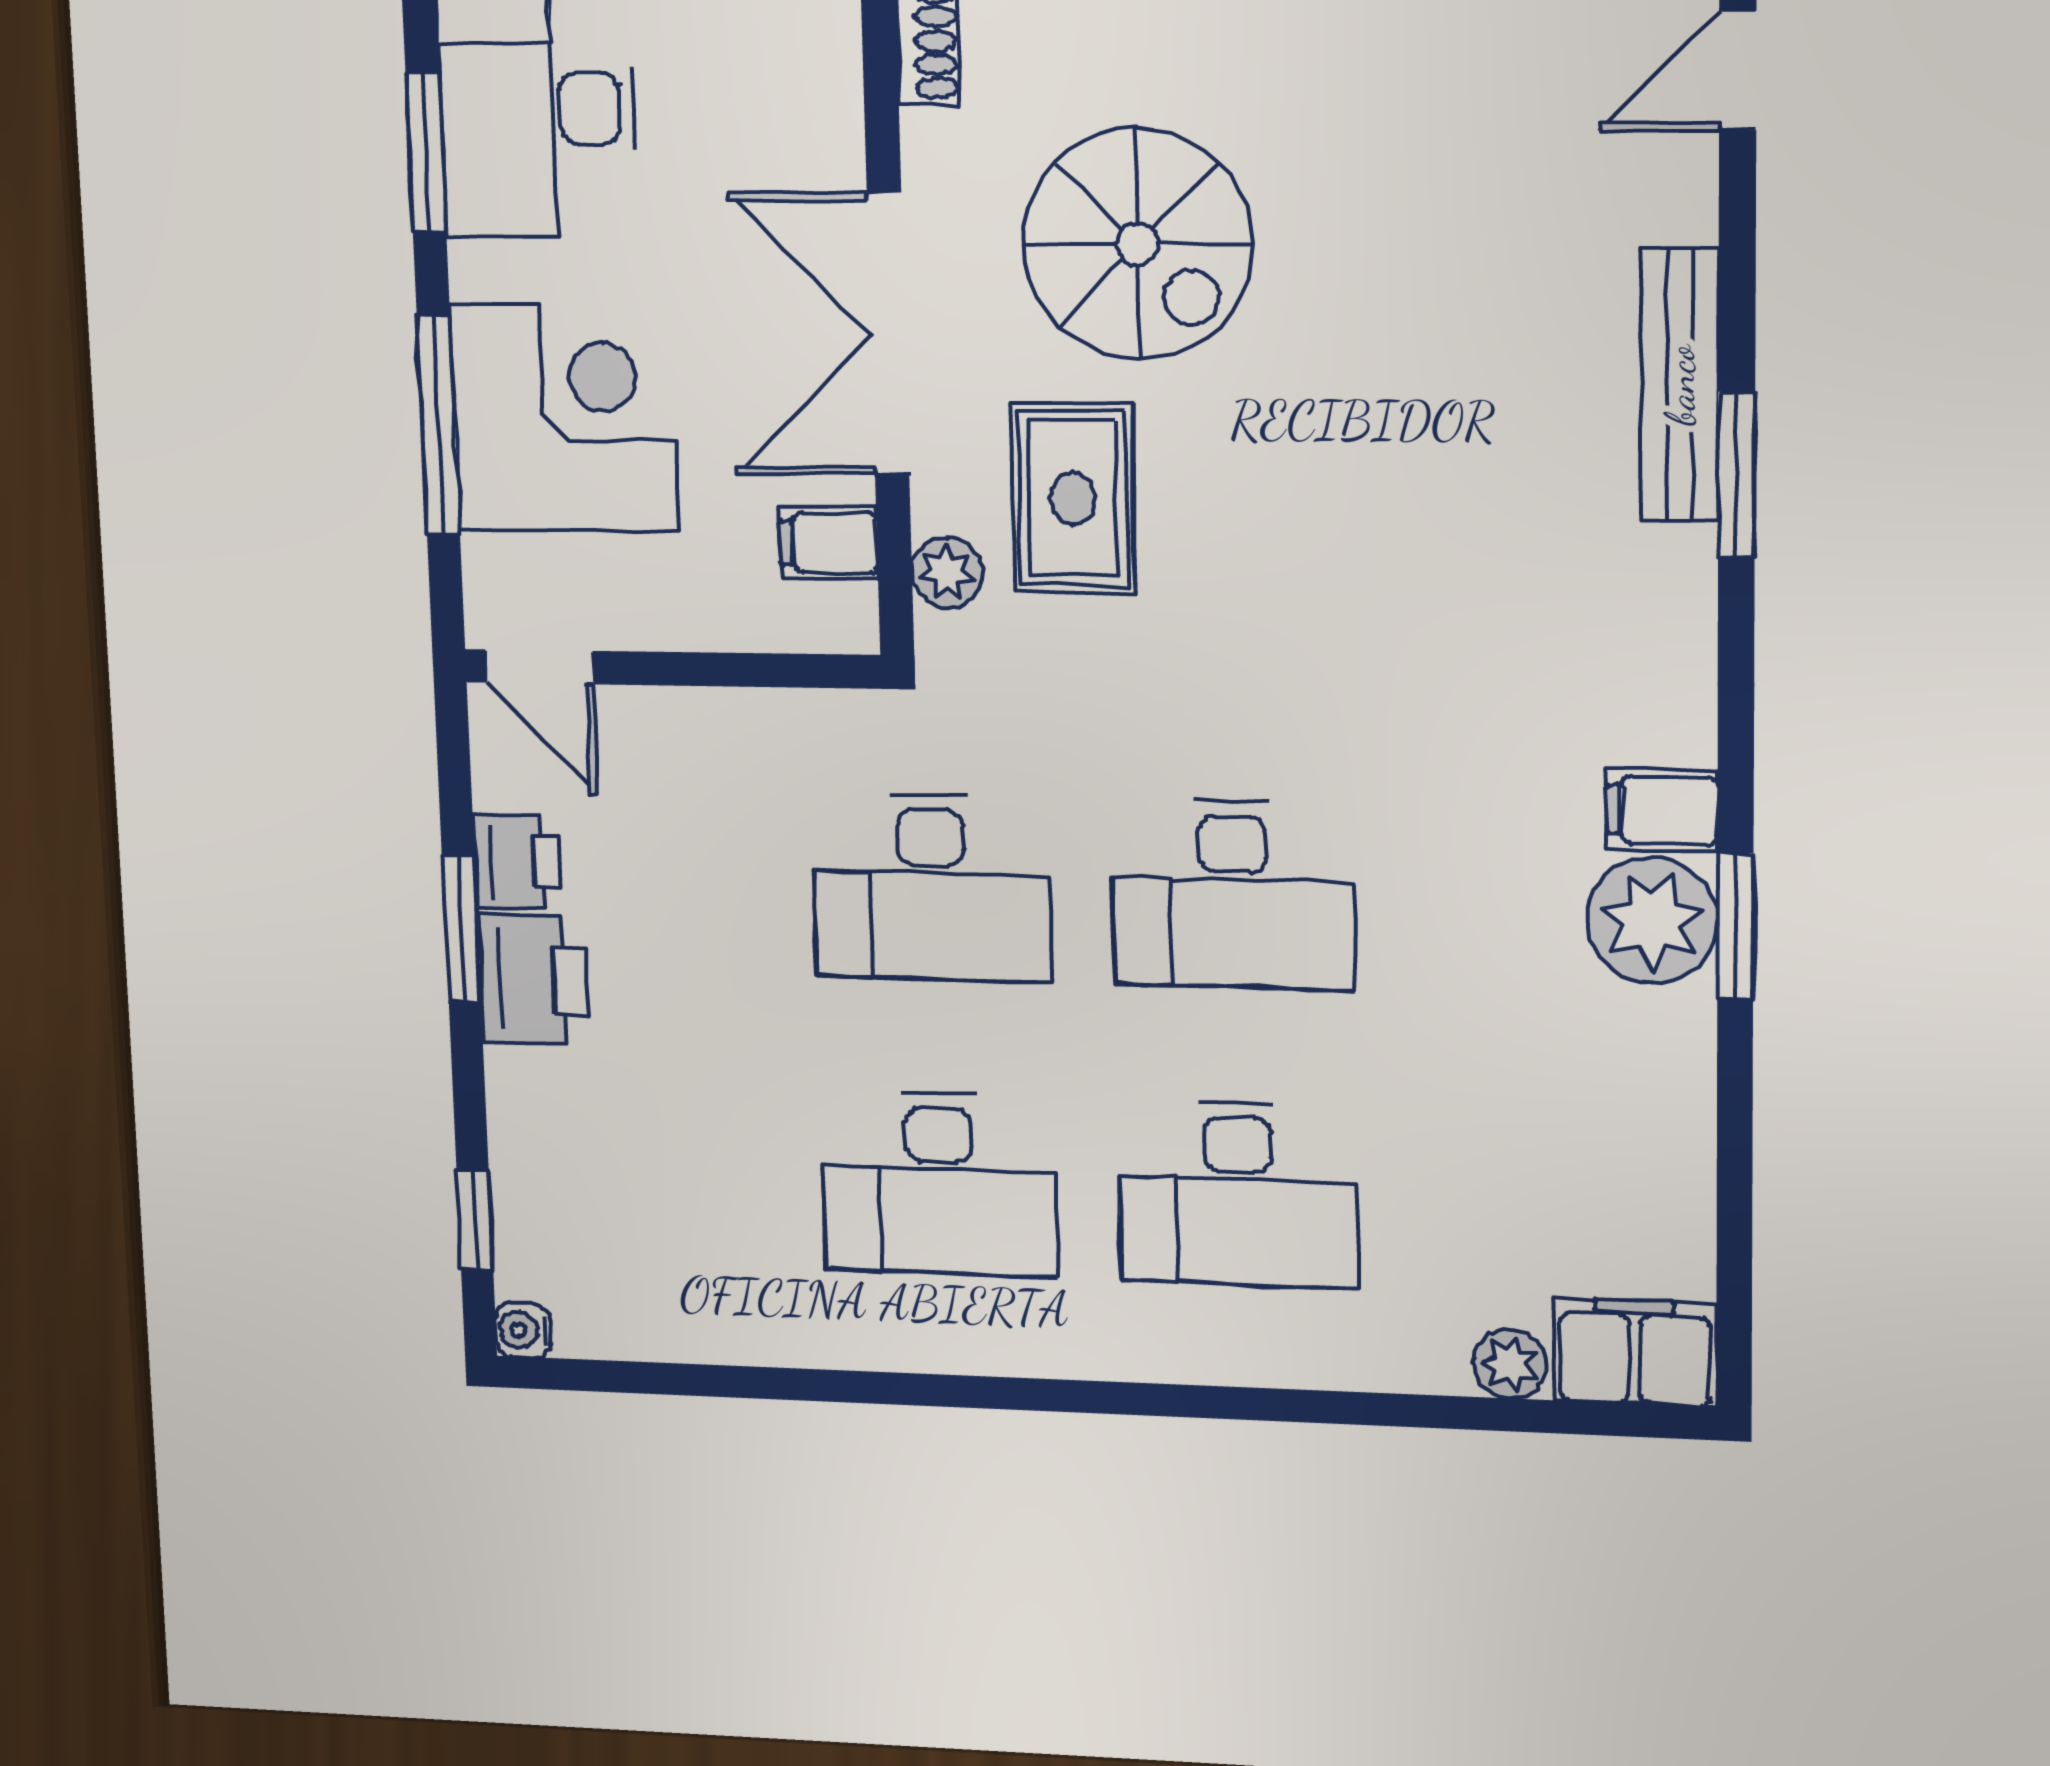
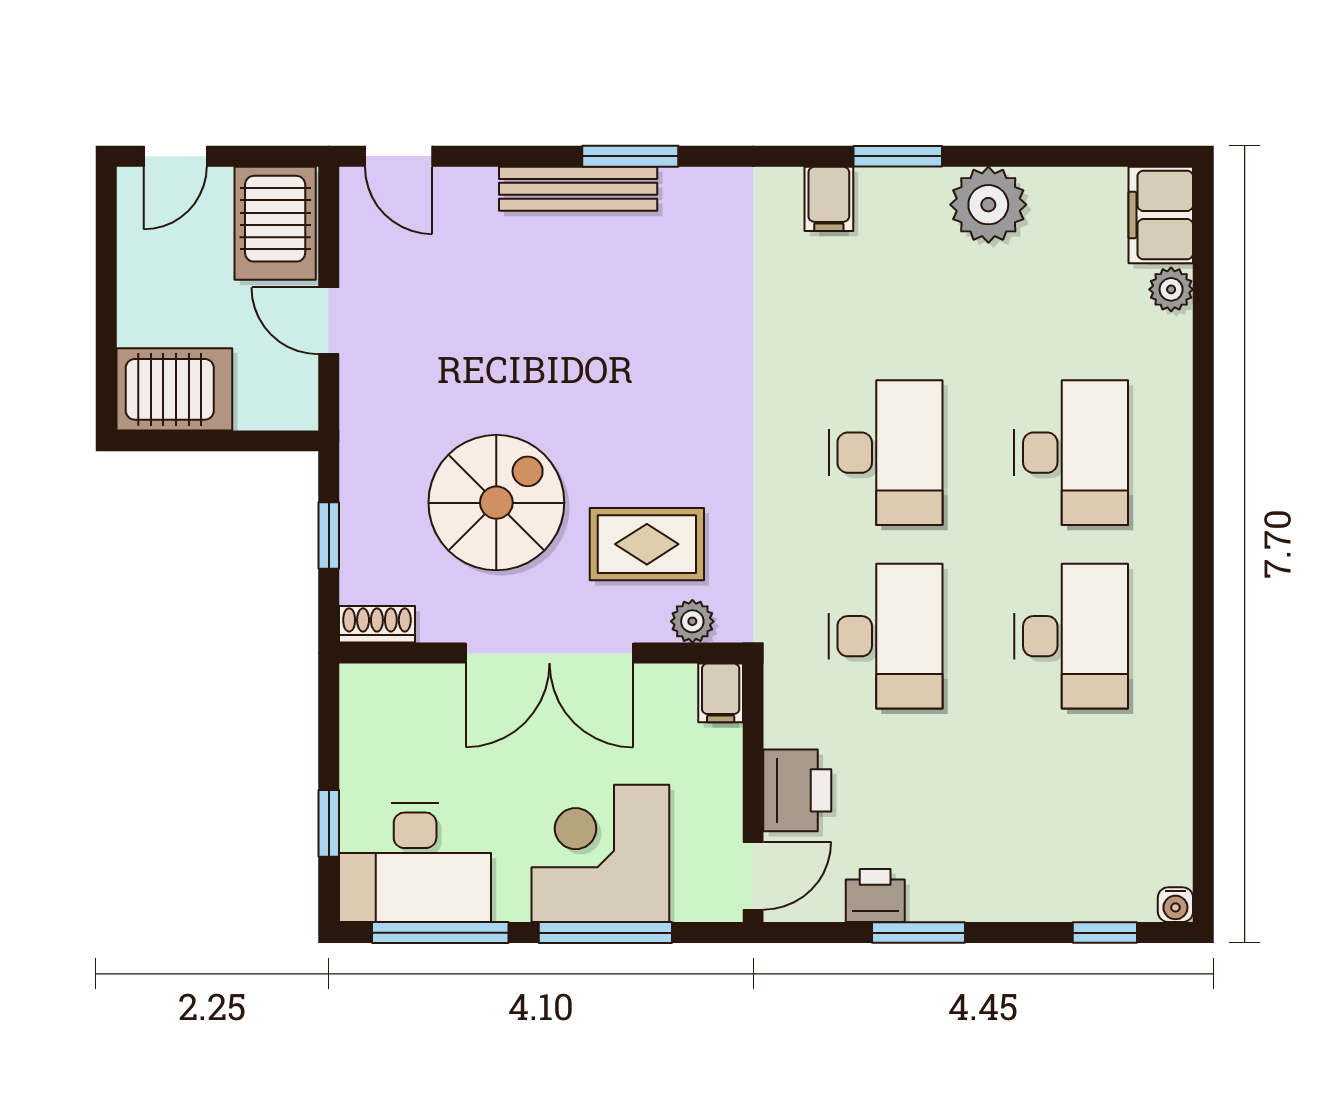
window: (426, 152) -> (440, 933), width x1.44
filing cabinet: (829, 543) -> (721, 693), moved
plant: (1652, 921) -> (988, 205), moved
printer: (533, 980) -> (797, 790), moved, turned 90

